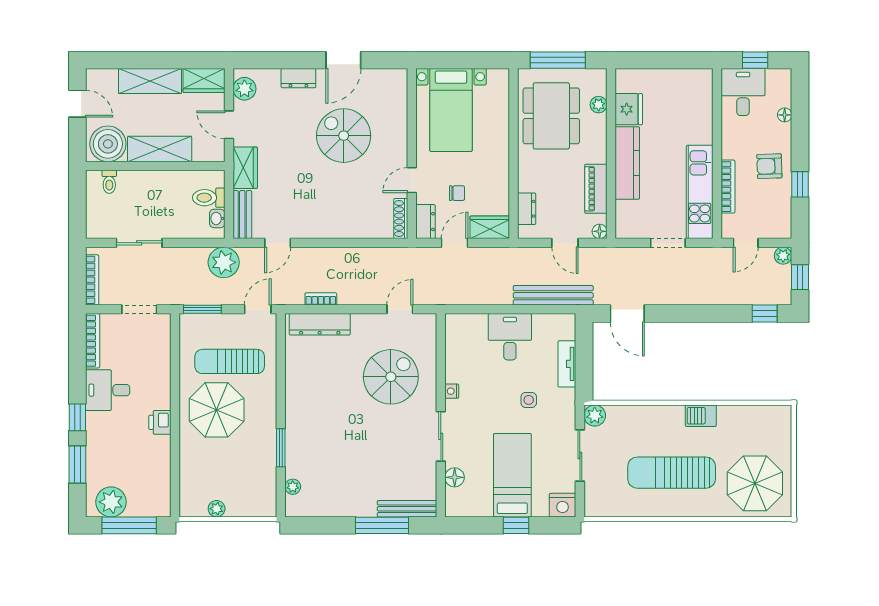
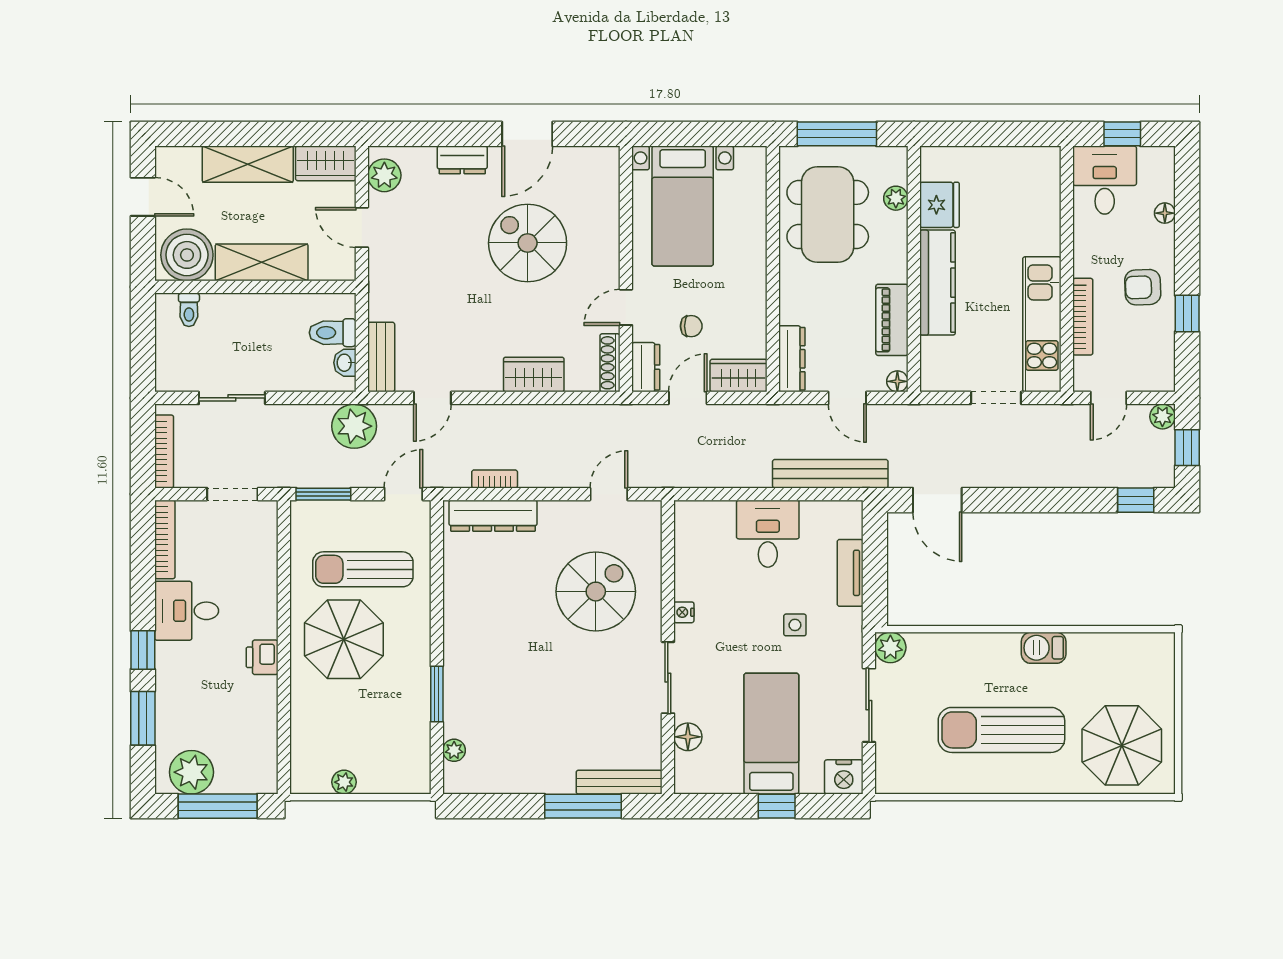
wardrobe: (245, 168) -> (534, 375), moved, turned -90
dresser: (527, 209) -> (792, 359), width x1.44

